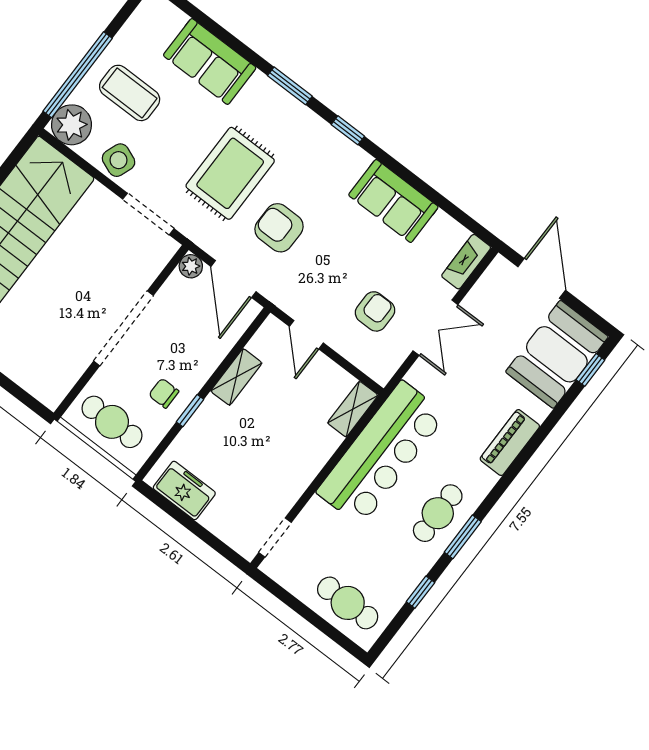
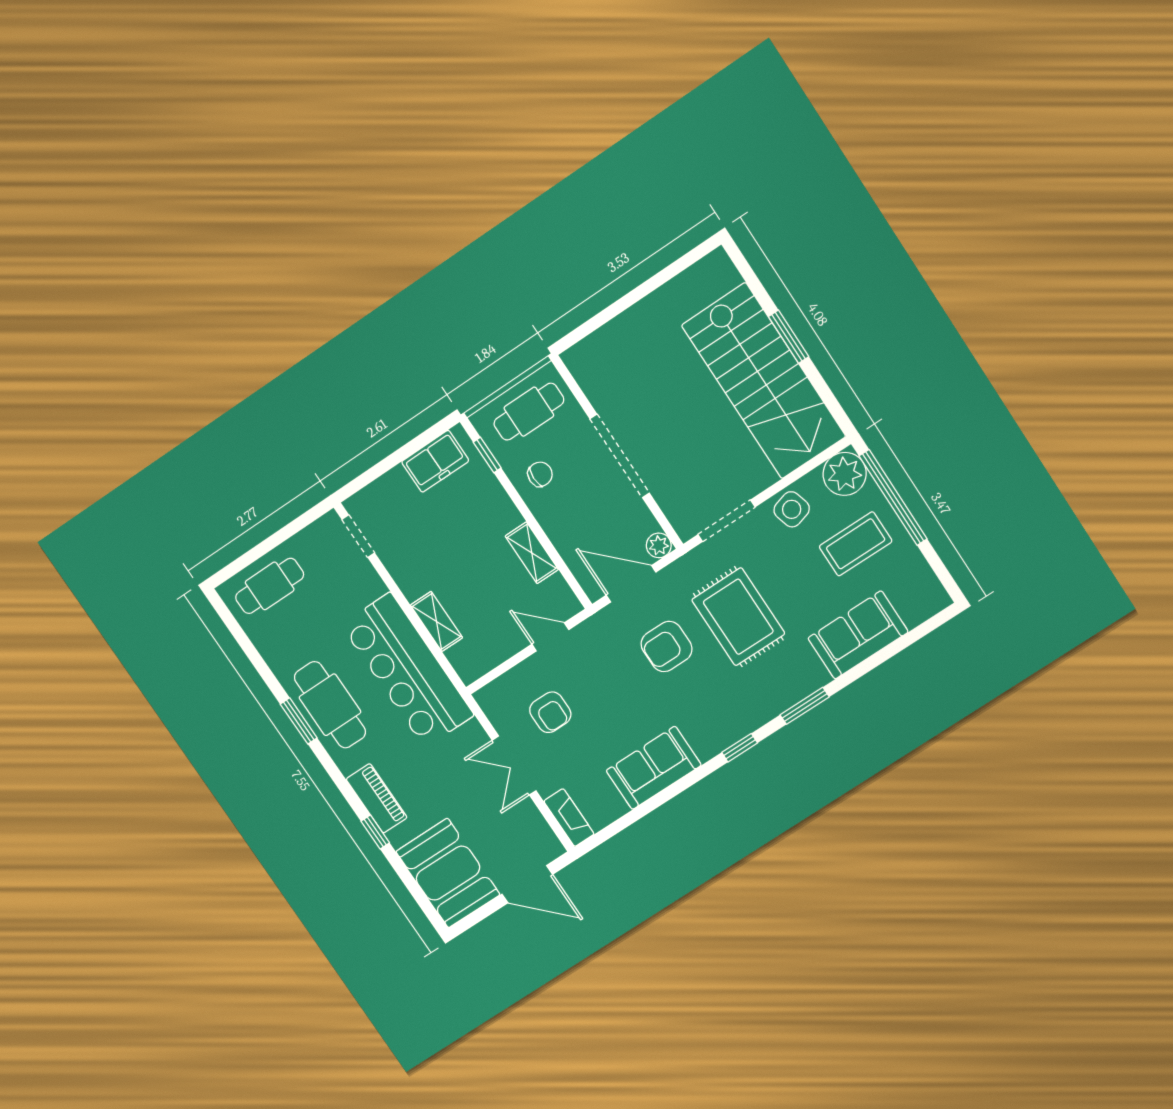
side table: (119, 160) -> (792, 509), turned -37
armchair: (279, 228) -> (667, 647), turned 180
window: (590, 370) -> (375, 832), moved
shelving: (353, 409) -> (436, 621), moved
window: (190, 411) -> (487, 455), moved
cafe table: (438, 513) -> (330, 705), width x1.37, depth x1.35
window: (420, 592) -> (257, 661), removed

